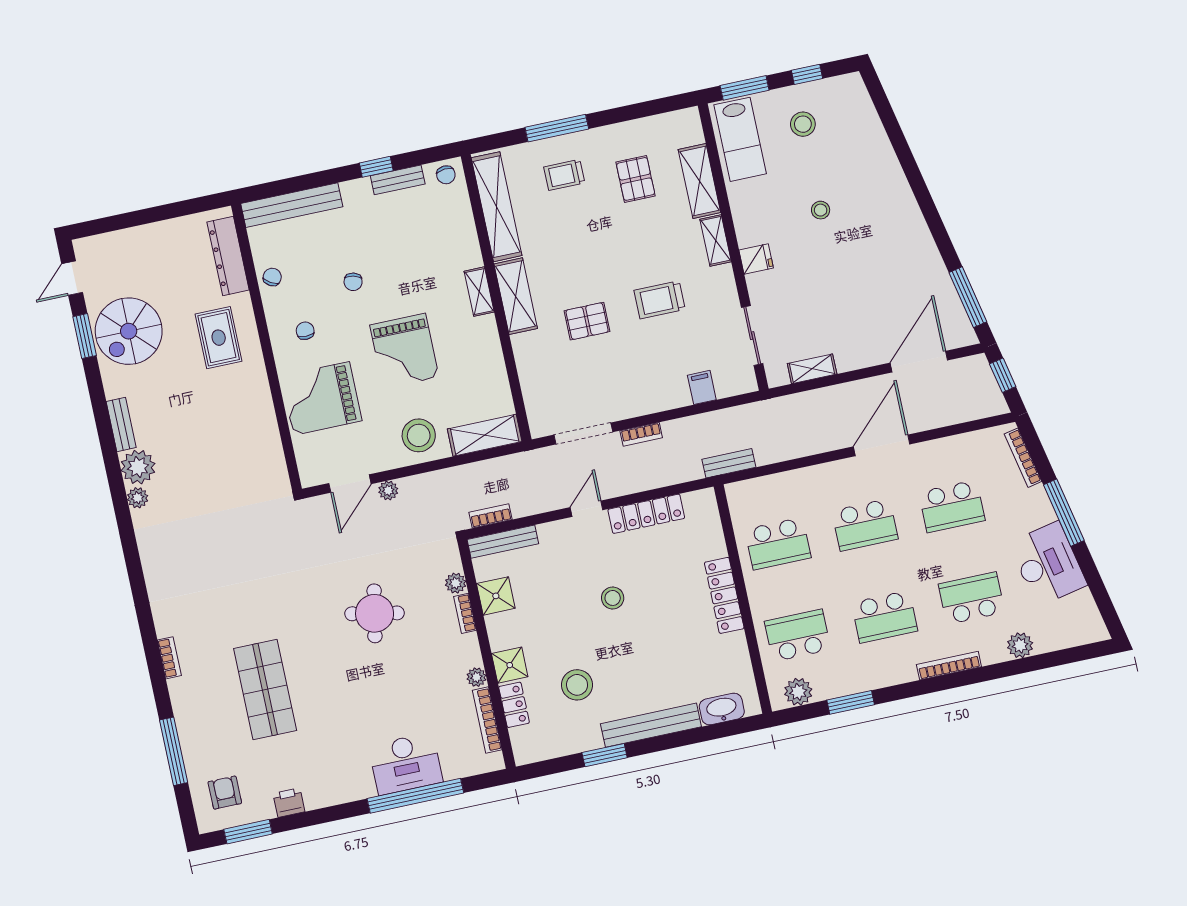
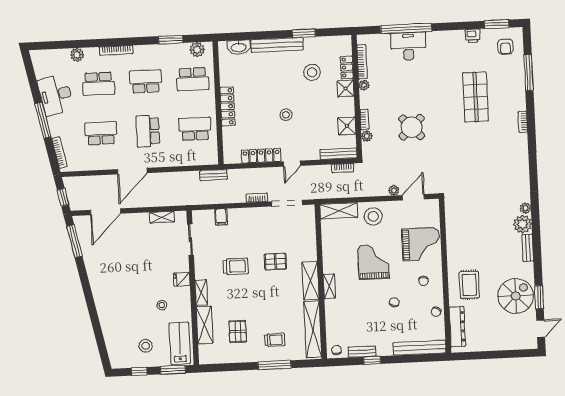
stool: (821, 210) -> (162, 305), moved
school desk: (865, 525) -> (148, 131), turned -90
round table: (375, 613) -> (412, 127), turned 35

